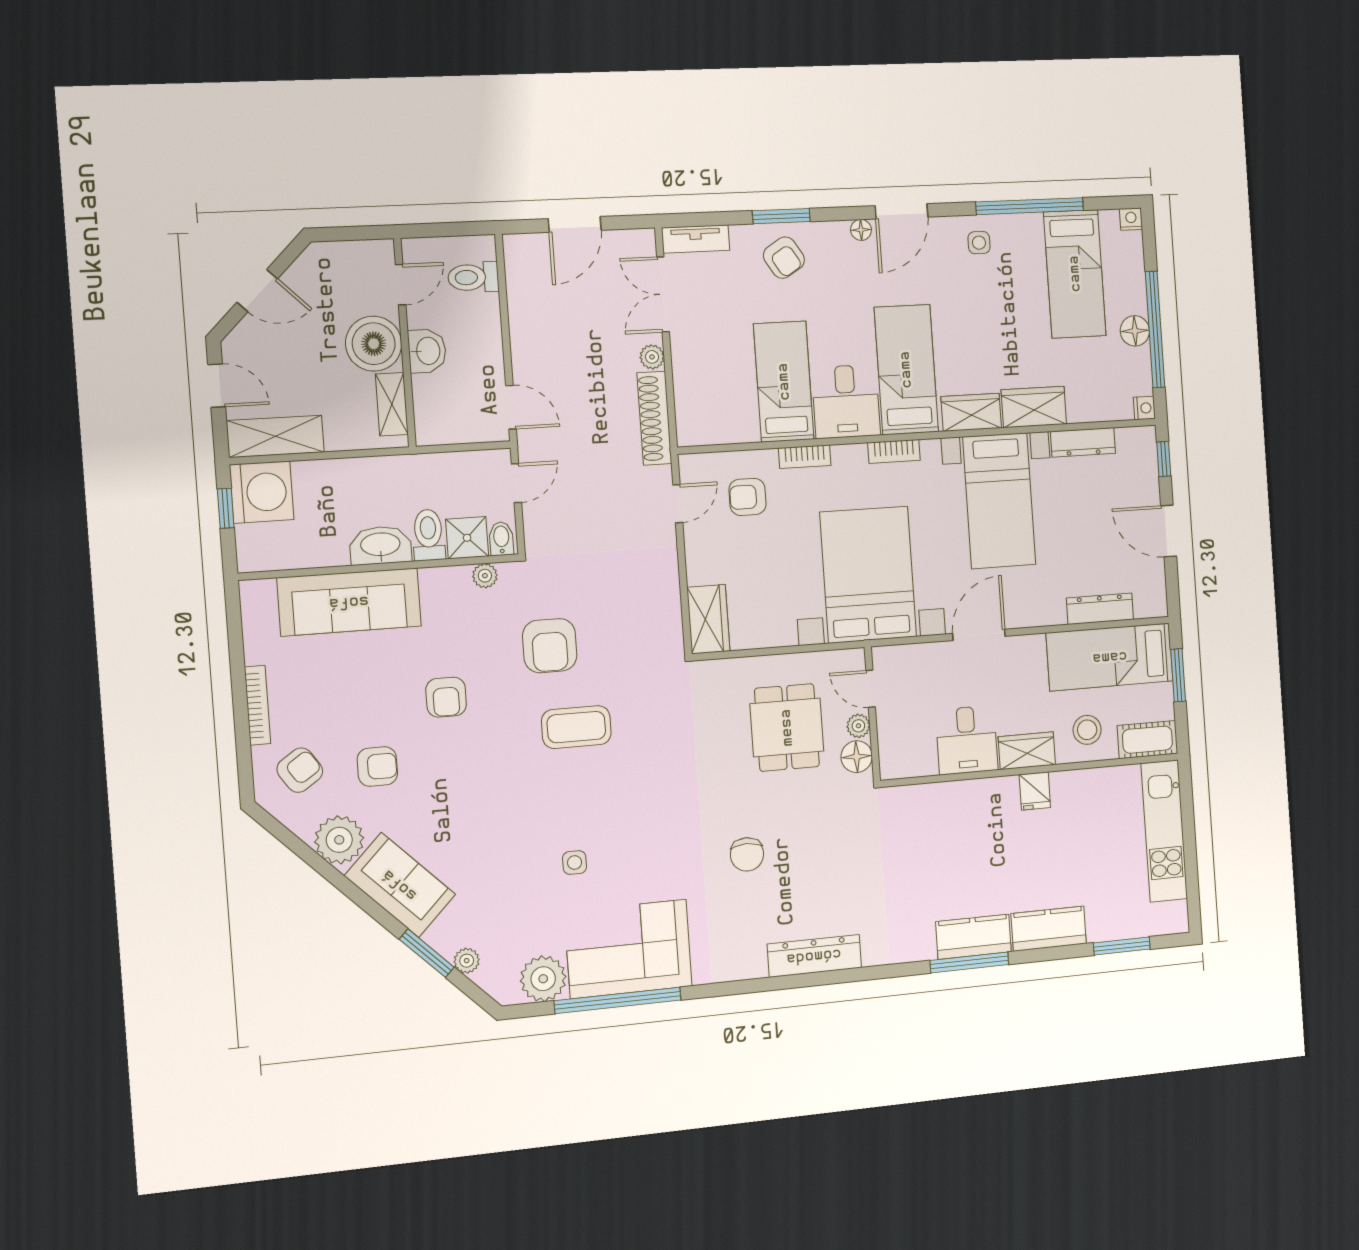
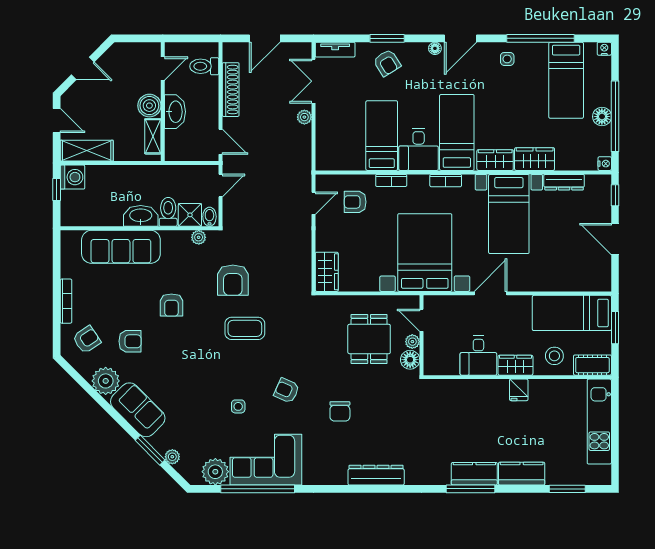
boiler: (374, 344) -> (149, 106), width x0.73, depth x0.73
washbasin: (427, 351) -> (175, 112), width x1.38
shoe rack: (654, 418) -> (231, 90), moved, turned 180
washing machine: (262, 492) -> (73, 177), width x0.73, depth x0.73
dresser: (1100, 609) -> (568, 283), removed
armchair: (655, 827) -> (287, 391), added

